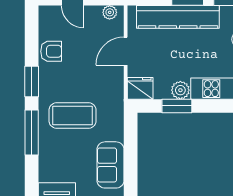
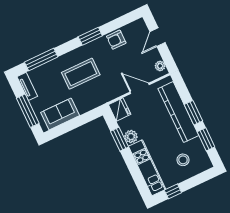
armchair: (51, 51) -> (116, 40), turned 90
coffee table: (73, 116) -> (81, 74), turned 90
window: (32, 133) -> (41, 60), moved

